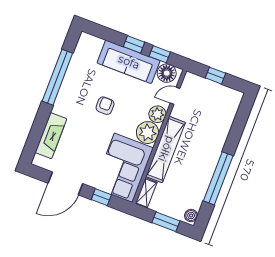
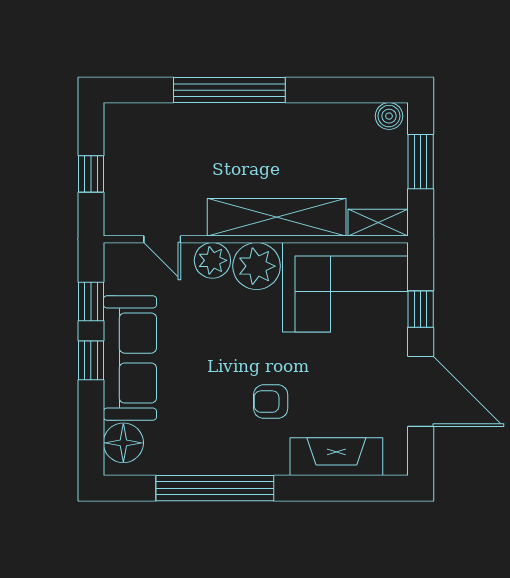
floor lamp: (167, 73) -> (123, 443), moved
armchair: (105, 106) -> (271, 402), moved
window: (218, 178) -> (229, 90), moved

